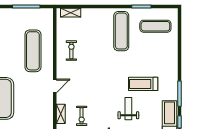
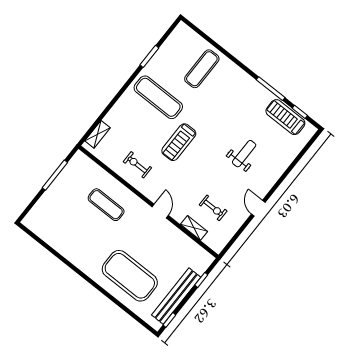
exercise mat: (155, 26) -> (202, 69), moved
exercise mat: (33, 51) -> (106, 205), width x0.73, depth x0.69
treadmill: (143, 84) -> (179, 142), moved
weight bench: (128, 109) -> (244, 154), turned 90

